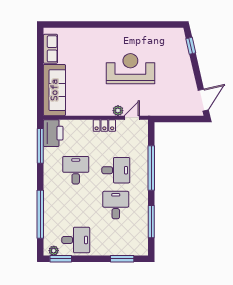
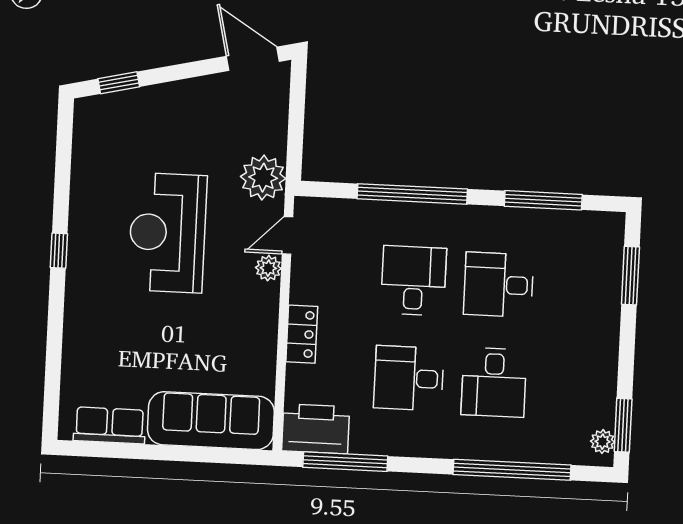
window: (121, 25) -> (59, 251), added
plant: (155, 107) -> (263, 178), added
door: (132, 118) -> (287, 235), hinge flipped
locker: (104, 126) -> (302, 334), moved
desk: (76, 240) -> (494, 382), moved, turned 180

